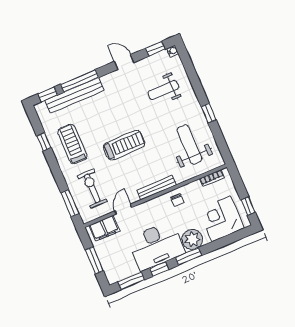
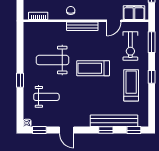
window: (80, 81) -> (106, 130), width x0.46
window: (209, 113) -> (20, 80), moved
window: (44, 142) -> (152, 77), moved
treadmill: (72, 144) -> (131, 85), turned 180
weight bench: (190, 145) -> (53, 60), moved, turned 90

